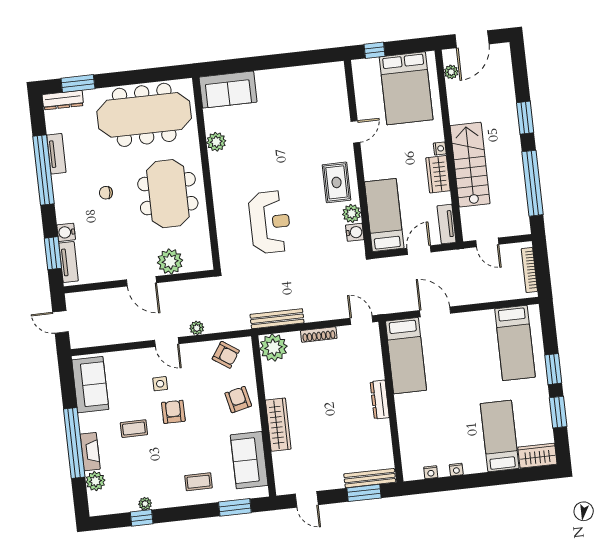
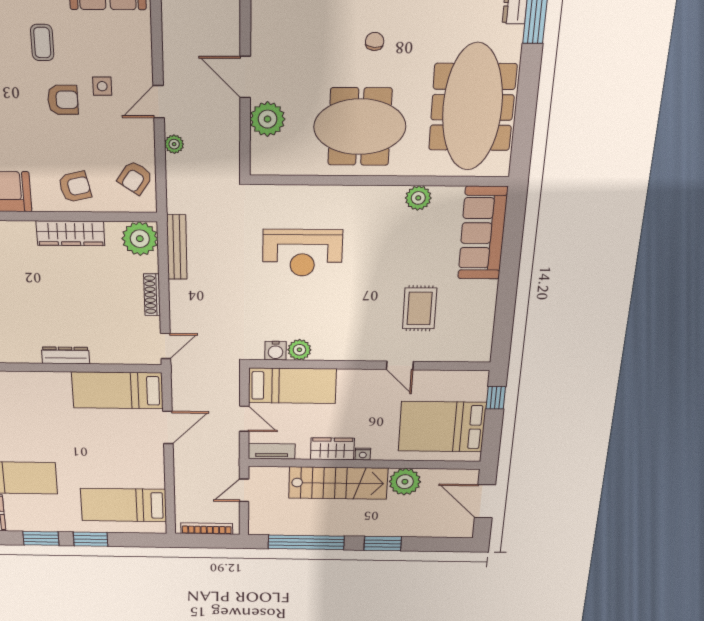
plant: (451, 72) -> (405, 482), moved, width x1.87, depth x1.87
sofa: (228, 90) -> (483, 233), width x1.36
rug: (337, 182) -> (420, 308), moved, turned 90
door: (142, 281) -> (245, 77), hinge flipped
wardrobe: (278, 425) -> (70, 233), moved

